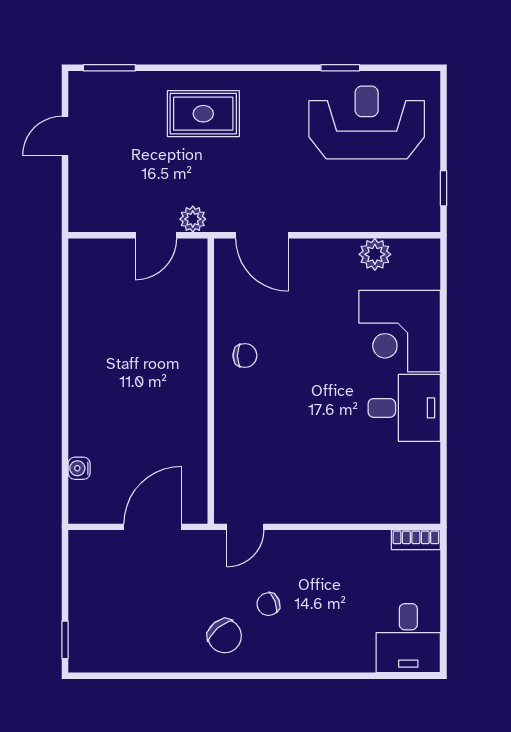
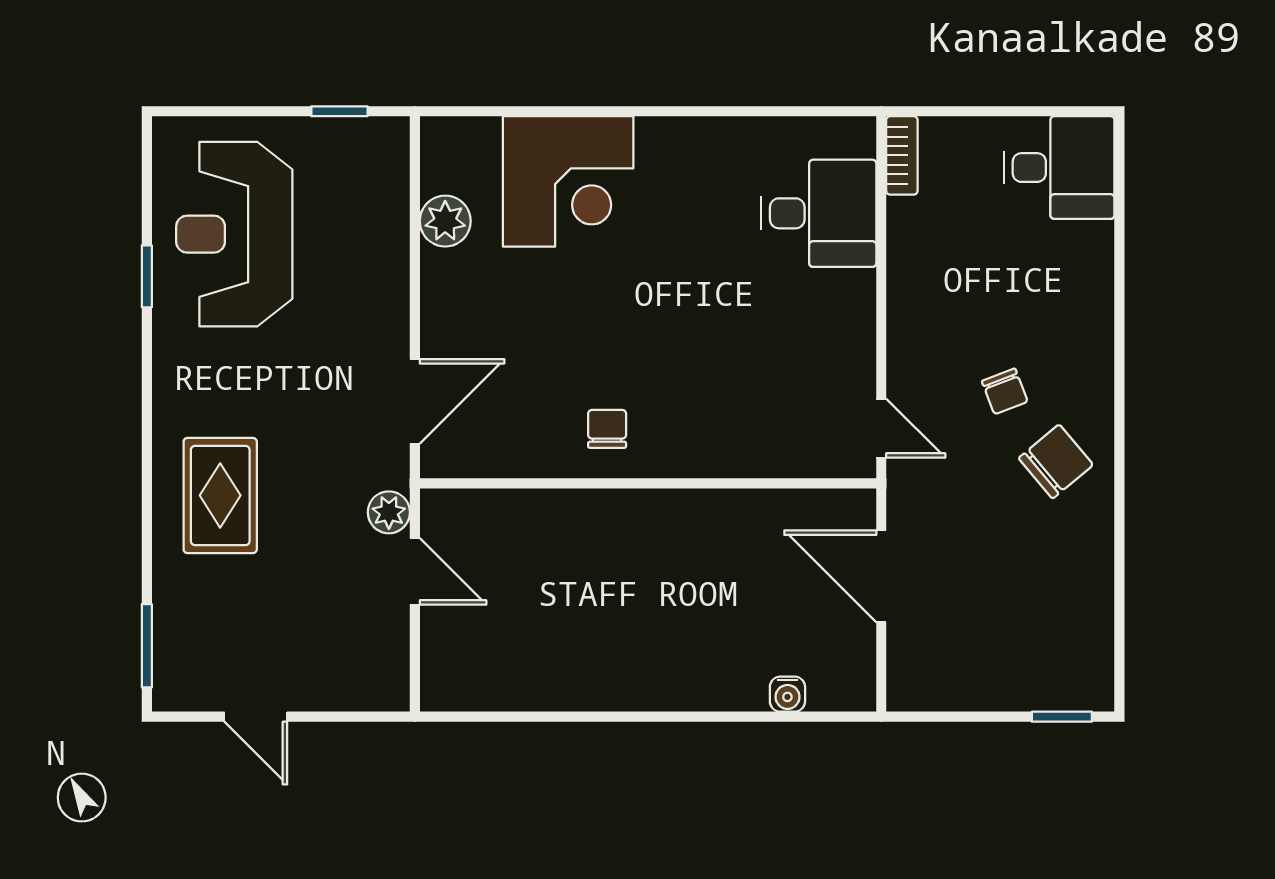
desk: (404, 408) -> (818, 213), moved, turned 90

